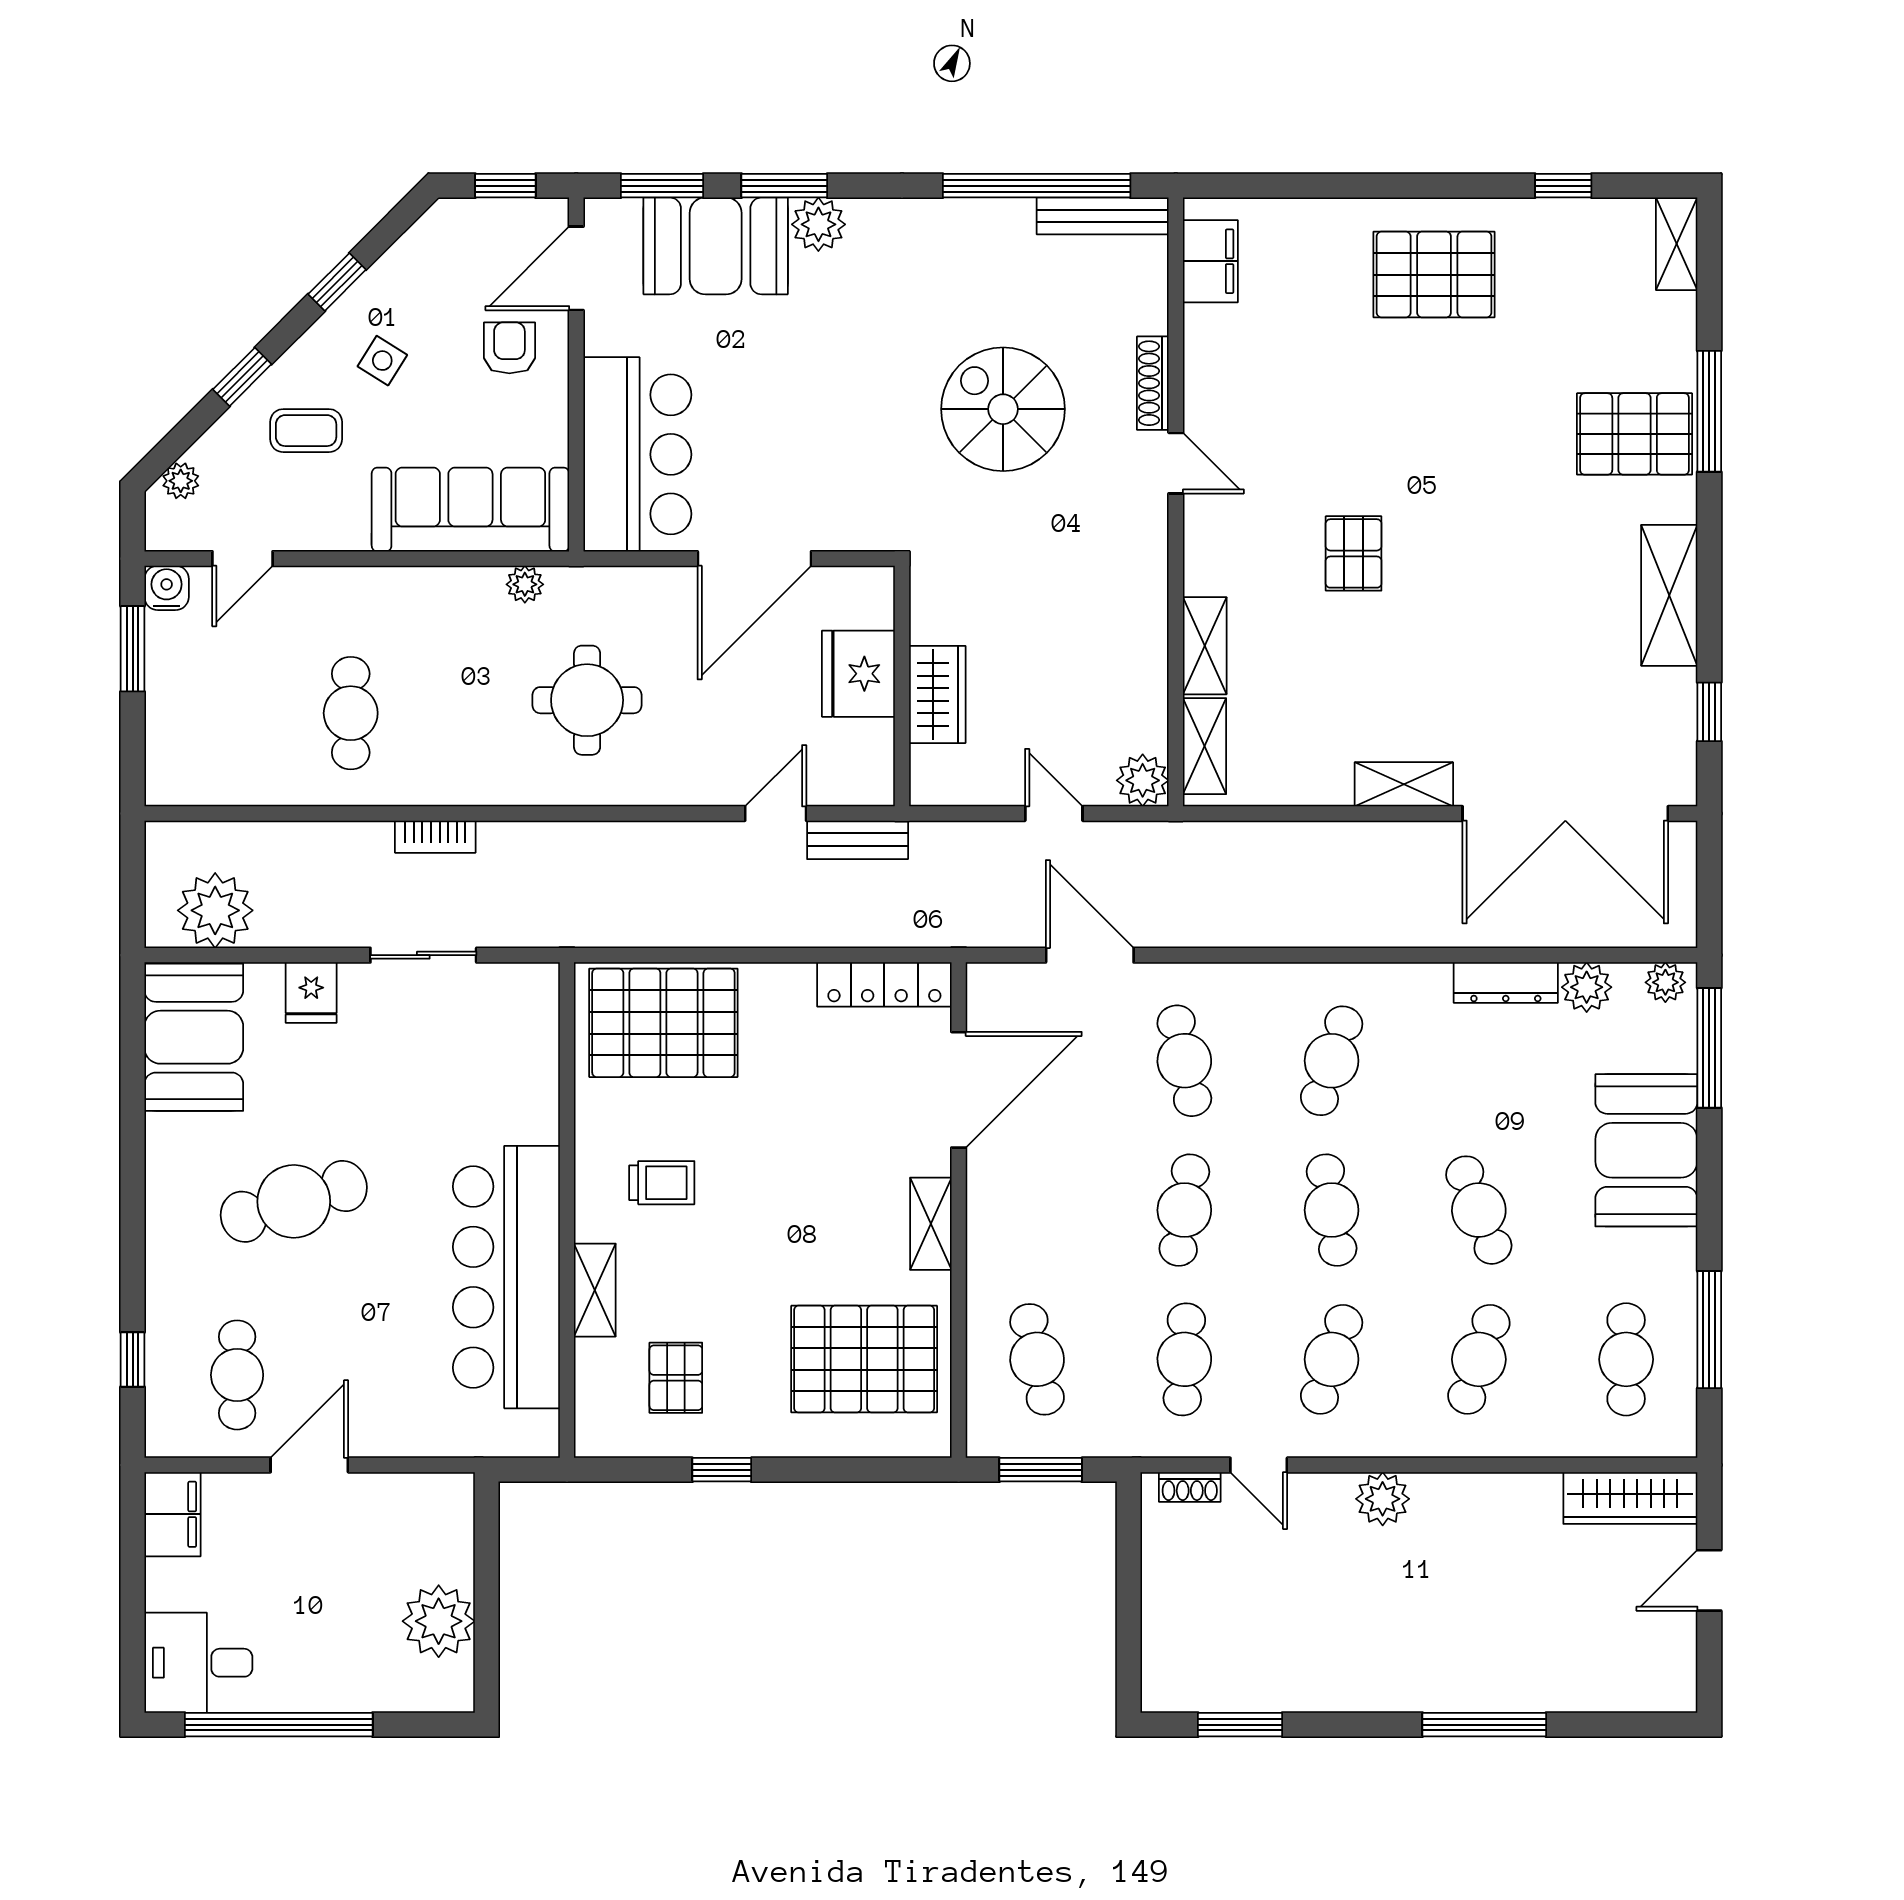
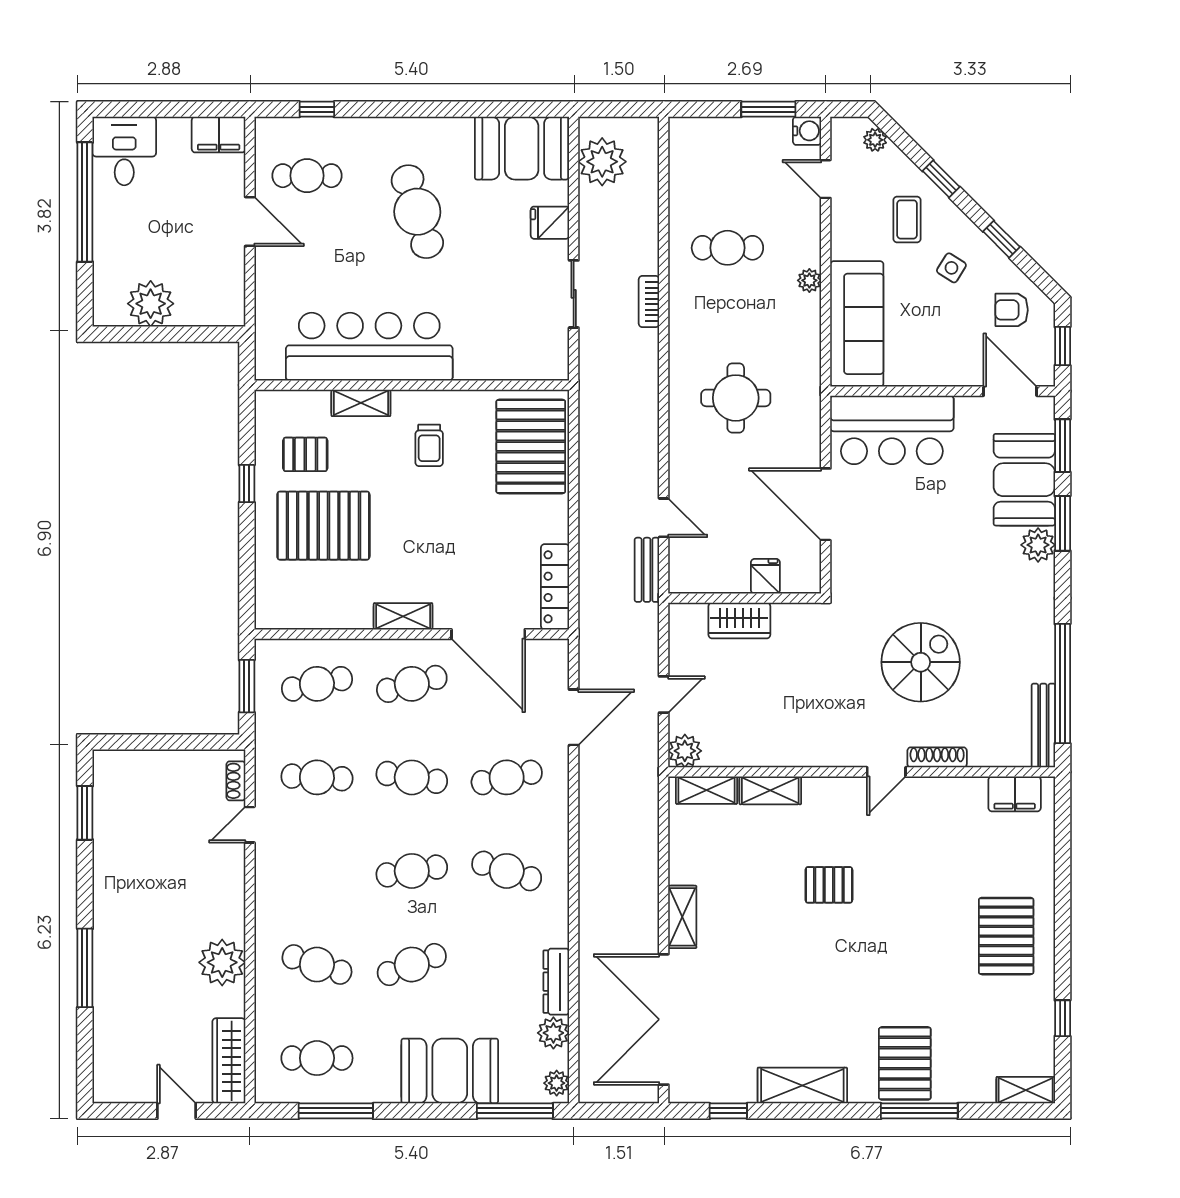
armchair: (509, 348) -> (1012, 310), moved, turned 180
plant: (525, 584) -> (809, 280), moved
fridge: (858, 674) -> (765, 576), width x0.53, depth x0.75
pallet: (864, 1359) -> (323, 526), moved, turned 90
cafe table: (1332, 1359) -> (412, 684), moved, turned -33
plant: (1383, 1499) -> (222, 962), moved, width x1.36, depth x1.36

